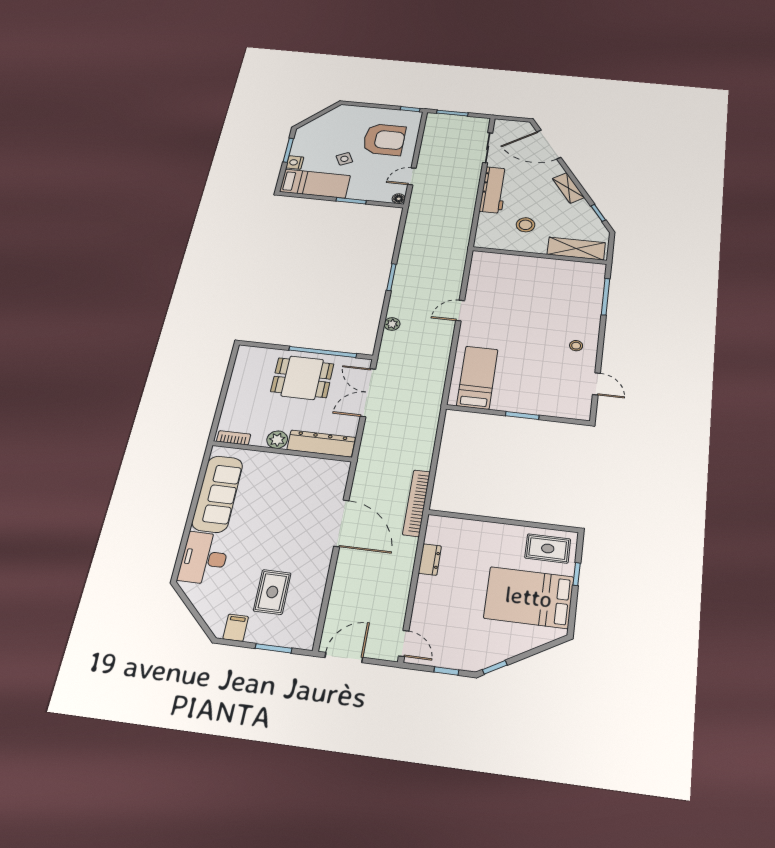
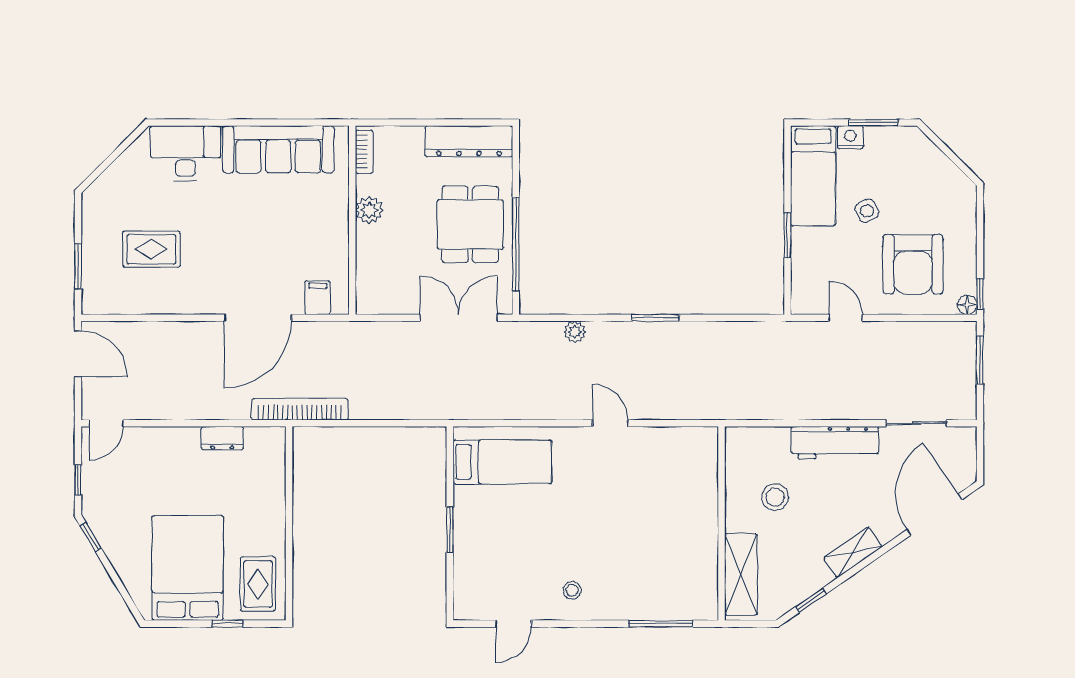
floor lamp: (399, 199) -> (967, 305), moved
dresser: (321, 444) -> (469, 141), moved, turned 90
filing cabinet: (236, 628) -> (318, 298), moved, turned -90

